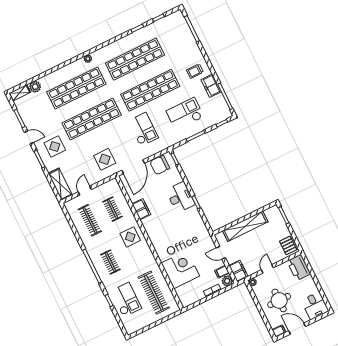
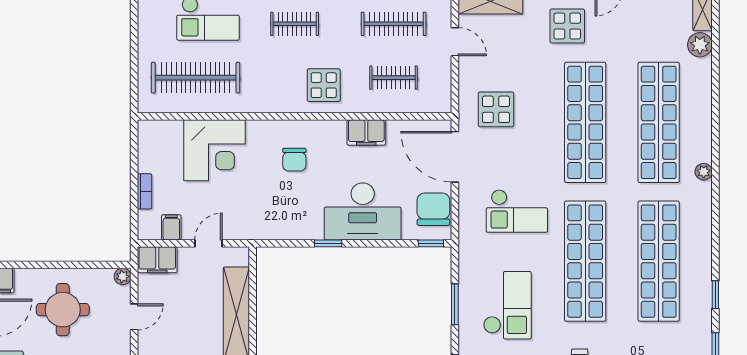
desk: (180, 197) -> (363, 211), width x1.36, depth x1.30
chair: (168, 234) -> (294, 160), added
door: (267, 269) -> (134, 317), hinge flipped
plant: (227, 281) -> (149, 229), removed

